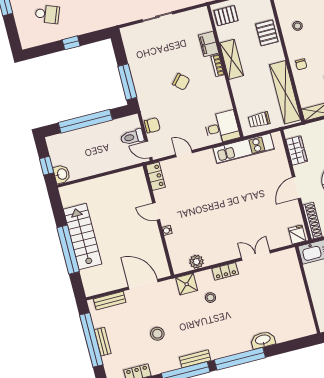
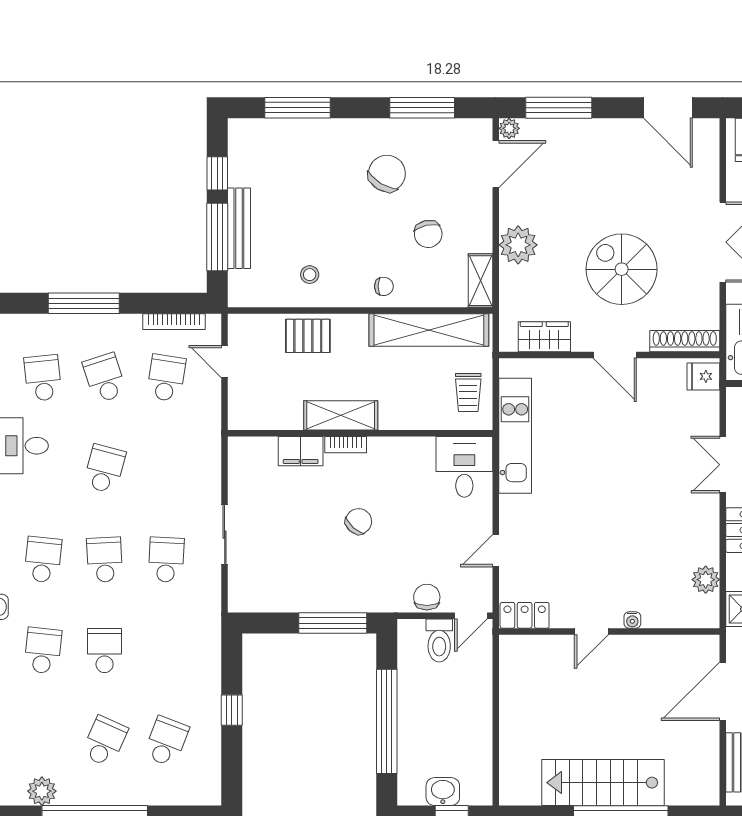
pallet: (226, 16) -> (256, 405), removed
washbasin: (62, 174) -> (443, 792), moved

